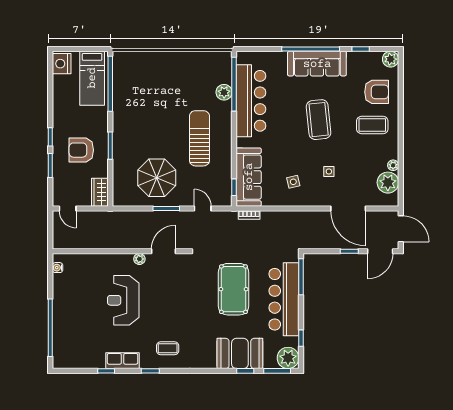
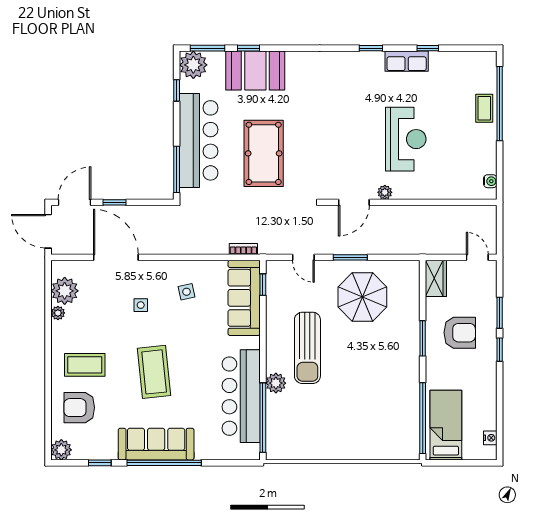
nightstand: (62, 64) -> (490, 438), width x0.53, depth x0.56
plant: (224, 92) -> (276, 383), moved
coffee table: (168, 348) -> (484, 108), moved, turned 90

